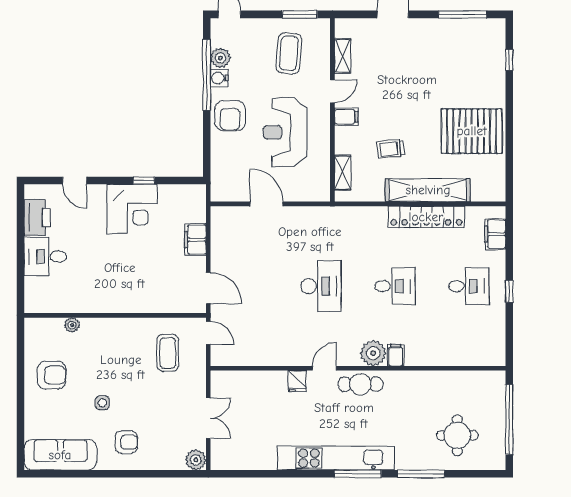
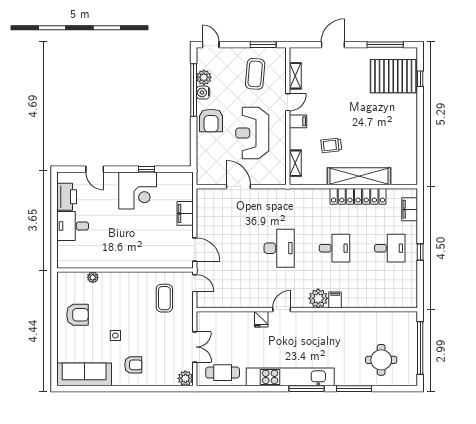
pallet: (472, 131) -> (393, 76), moved
cafe table: (360, 384) -> (223, 373), moved

